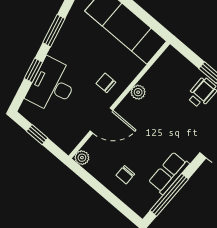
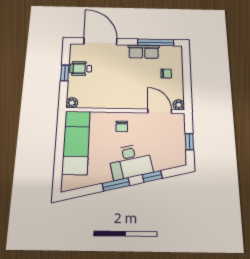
desk: (52, 85) -> (130, 161), moved
plant: (138, 92) -> (72, 103), moved
door: (101, 120) -> (160, 111), moved

